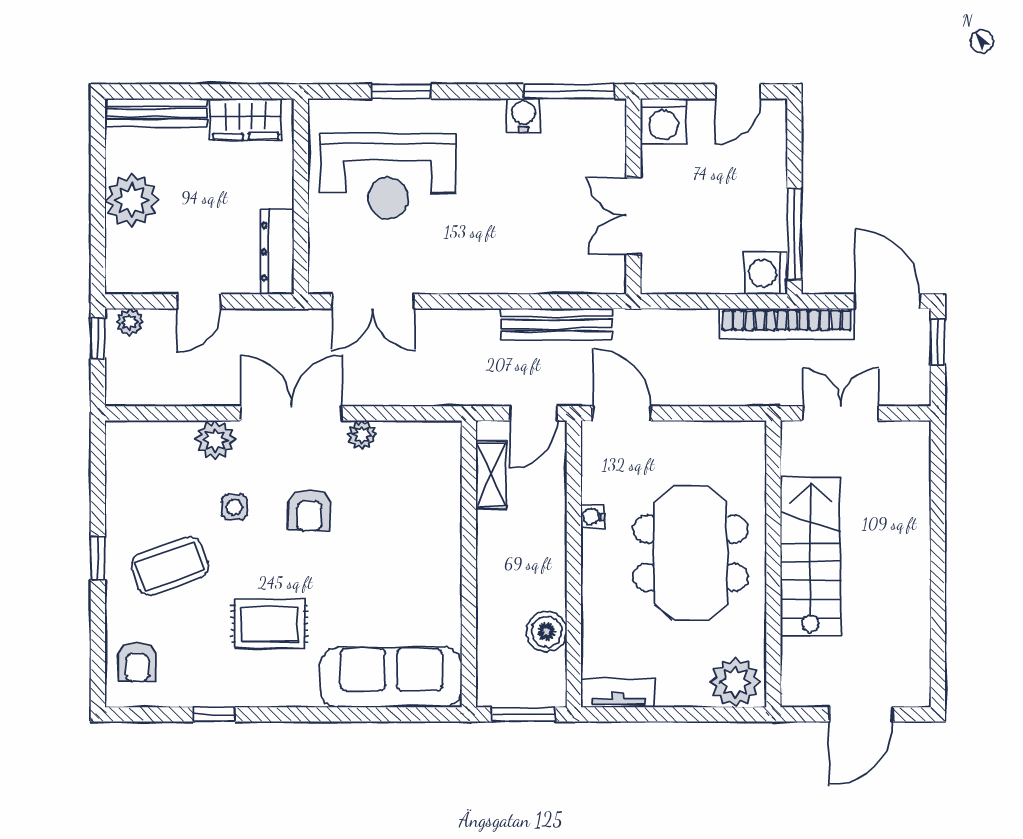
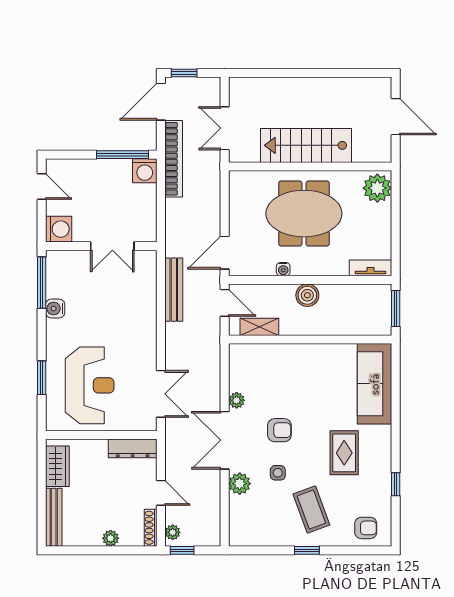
plant: (132, 200) -> (111, 538), width x0.53, depth x0.53
shoe rack: (138, 283) -> (151, 528), added
boiler: (547, 632) -> (307, 295), moved
tv unit: (618, 693) -> (371, 268), moved, turned 90

